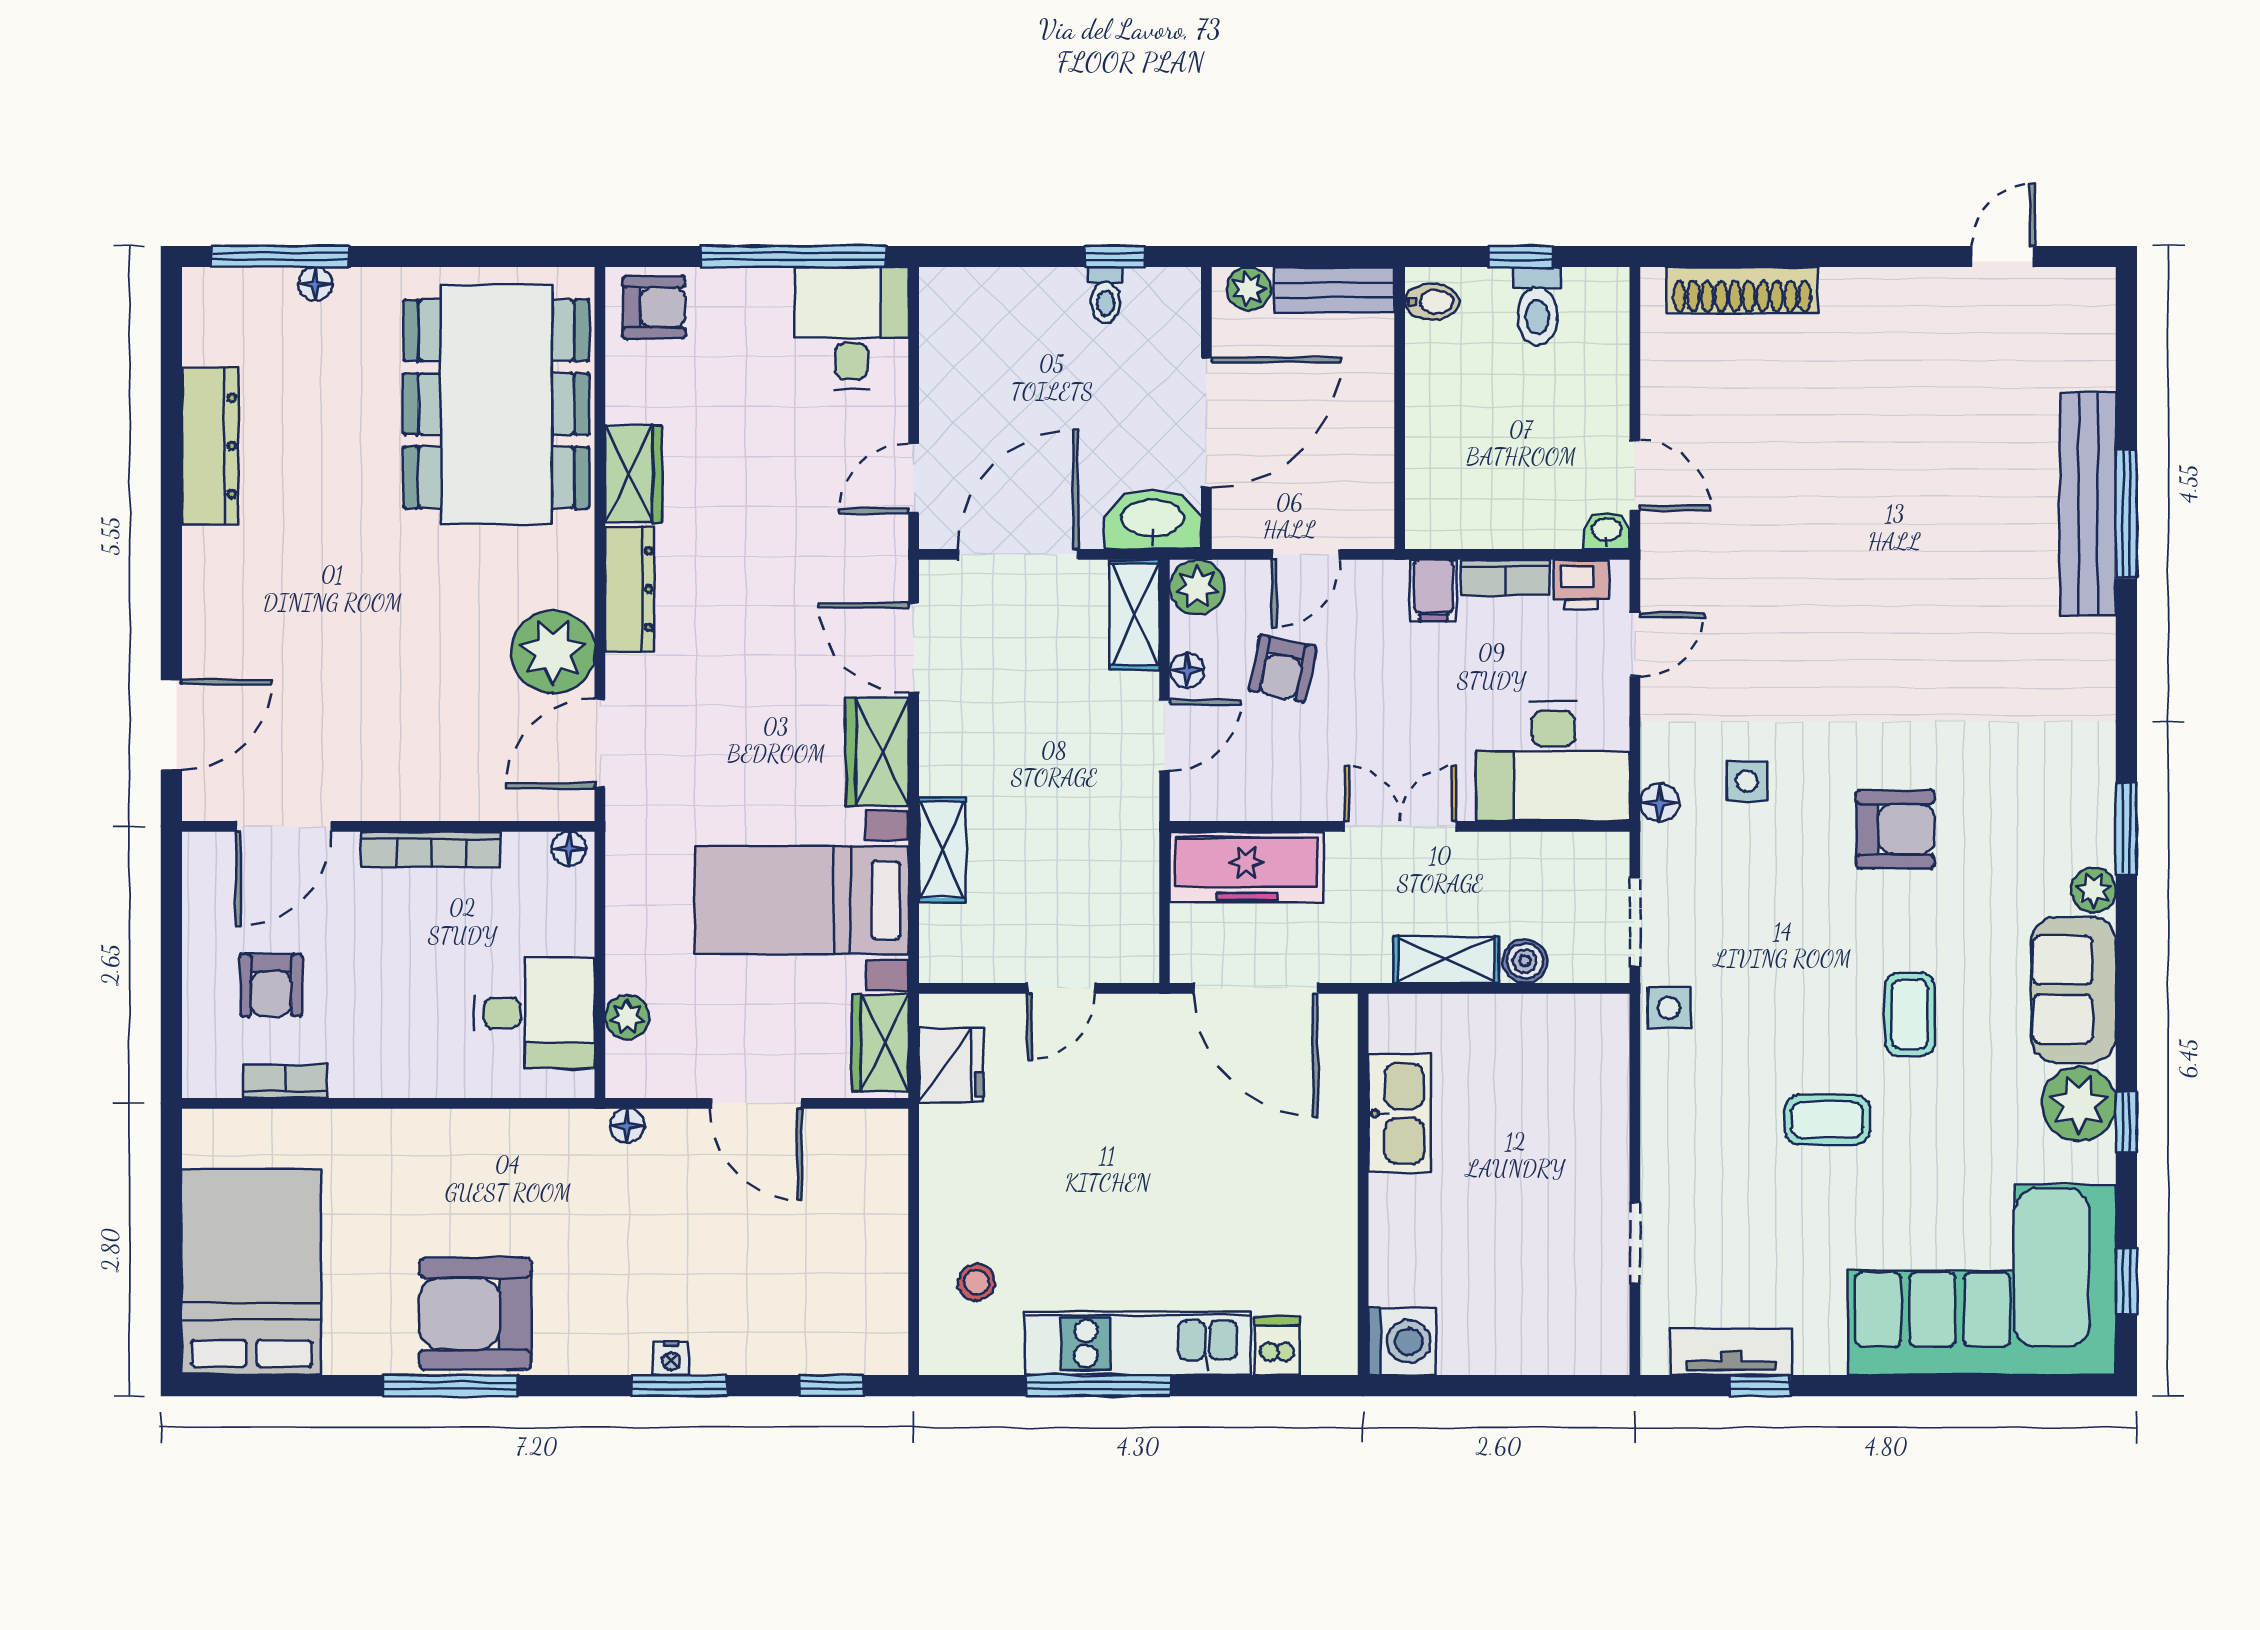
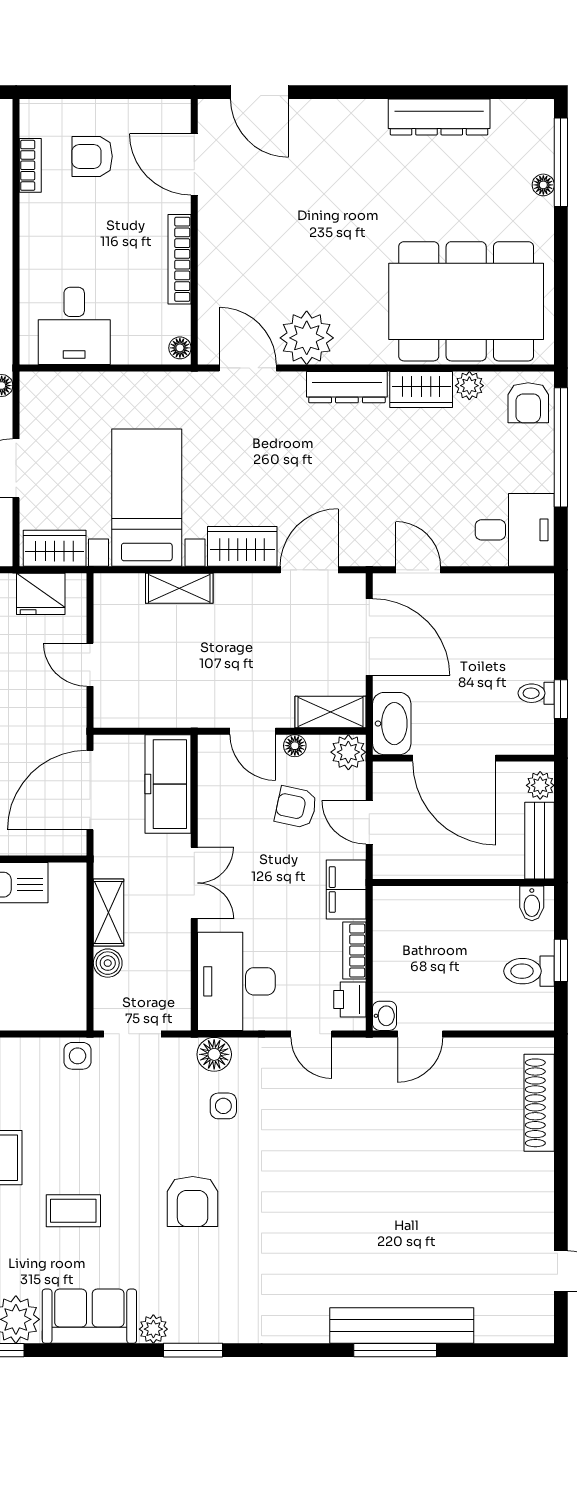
window: (793, 257) -> (561, 447), moved
filing cabinet: (1434, 590) -> (346, 890), width x2.00
floor lamp: (1660, 803) -> (214, 1054), width x1.37, depth x1.37
plant: (627, 1017) -> (469, 386), moved

